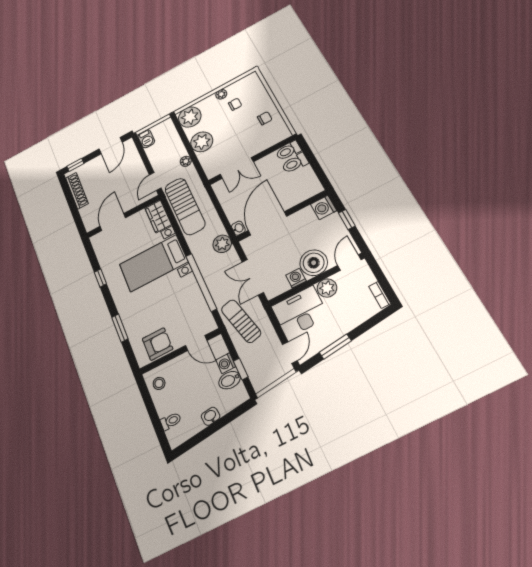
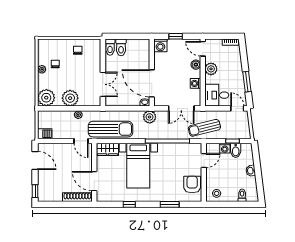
shoe rack: (77, 191) -> (77, 197), moved
boiler: (314, 263) -> (196, 65), width x0.54, depth x0.54
desk: (300, 312) -> (217, 95), width x0.73

